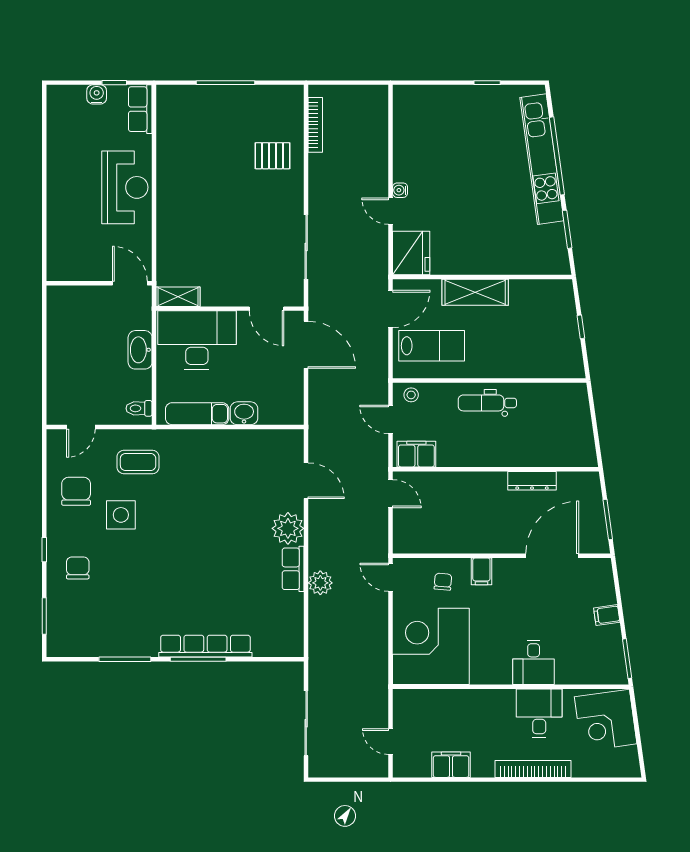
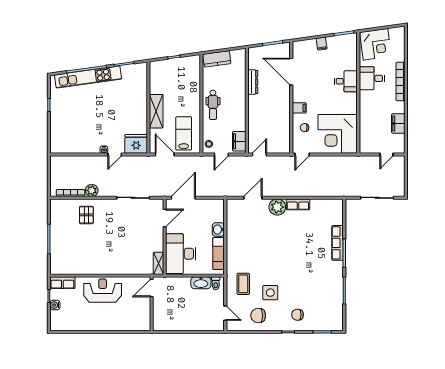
washbasin: (140, 350) -> (201, 283), moved
kitchen counter: (577, 410) -> (217, 59), added
plant: (320, 583) -> (92, 190), moved
row of seats: (205, 646) -> (338, 243), width x0.73

